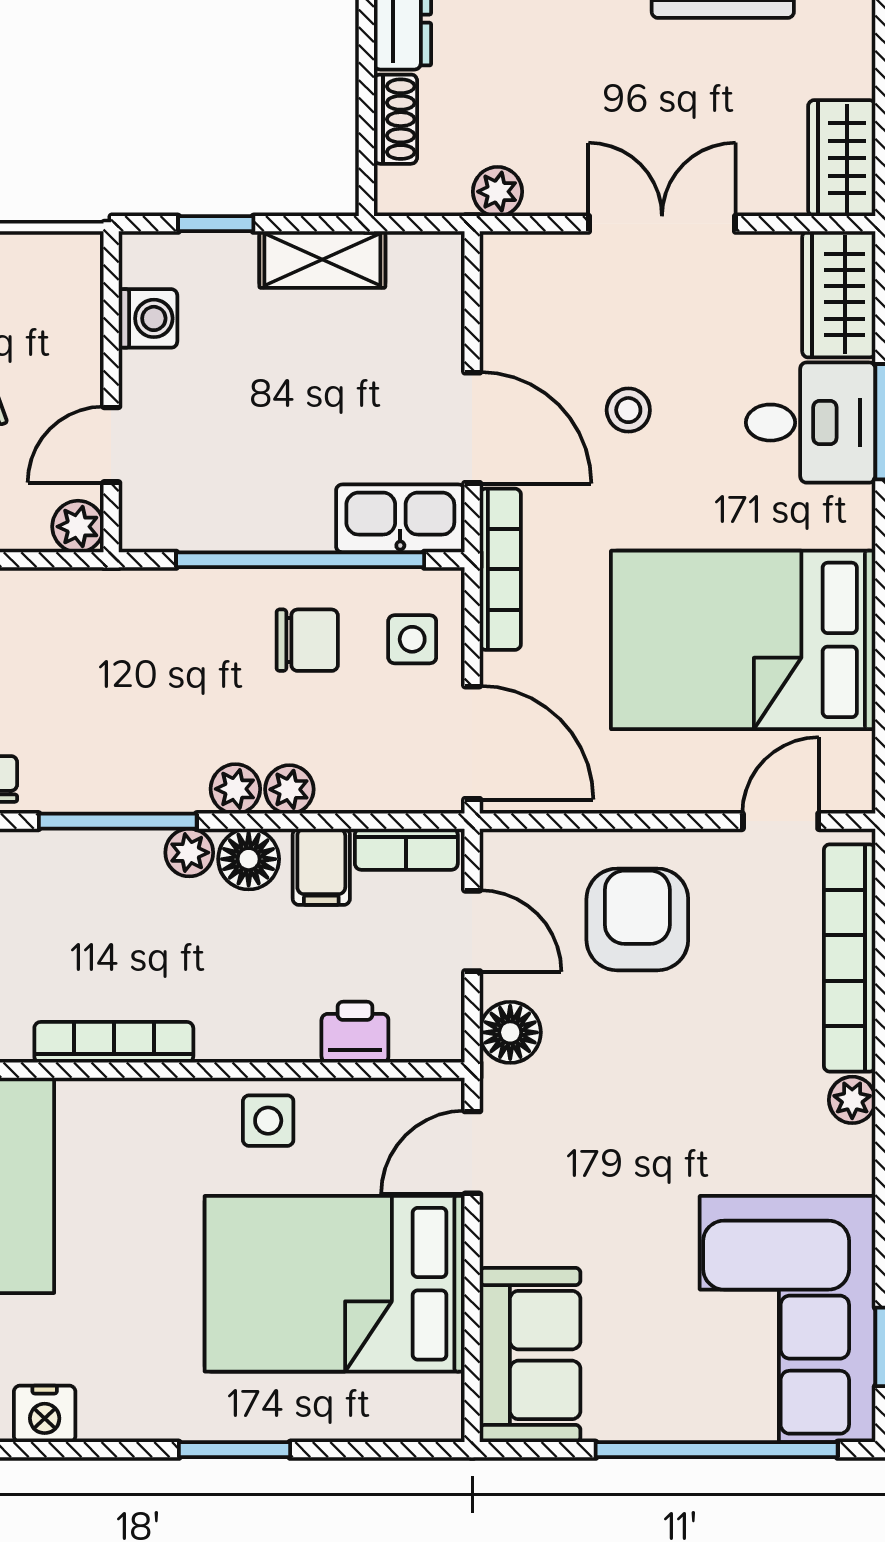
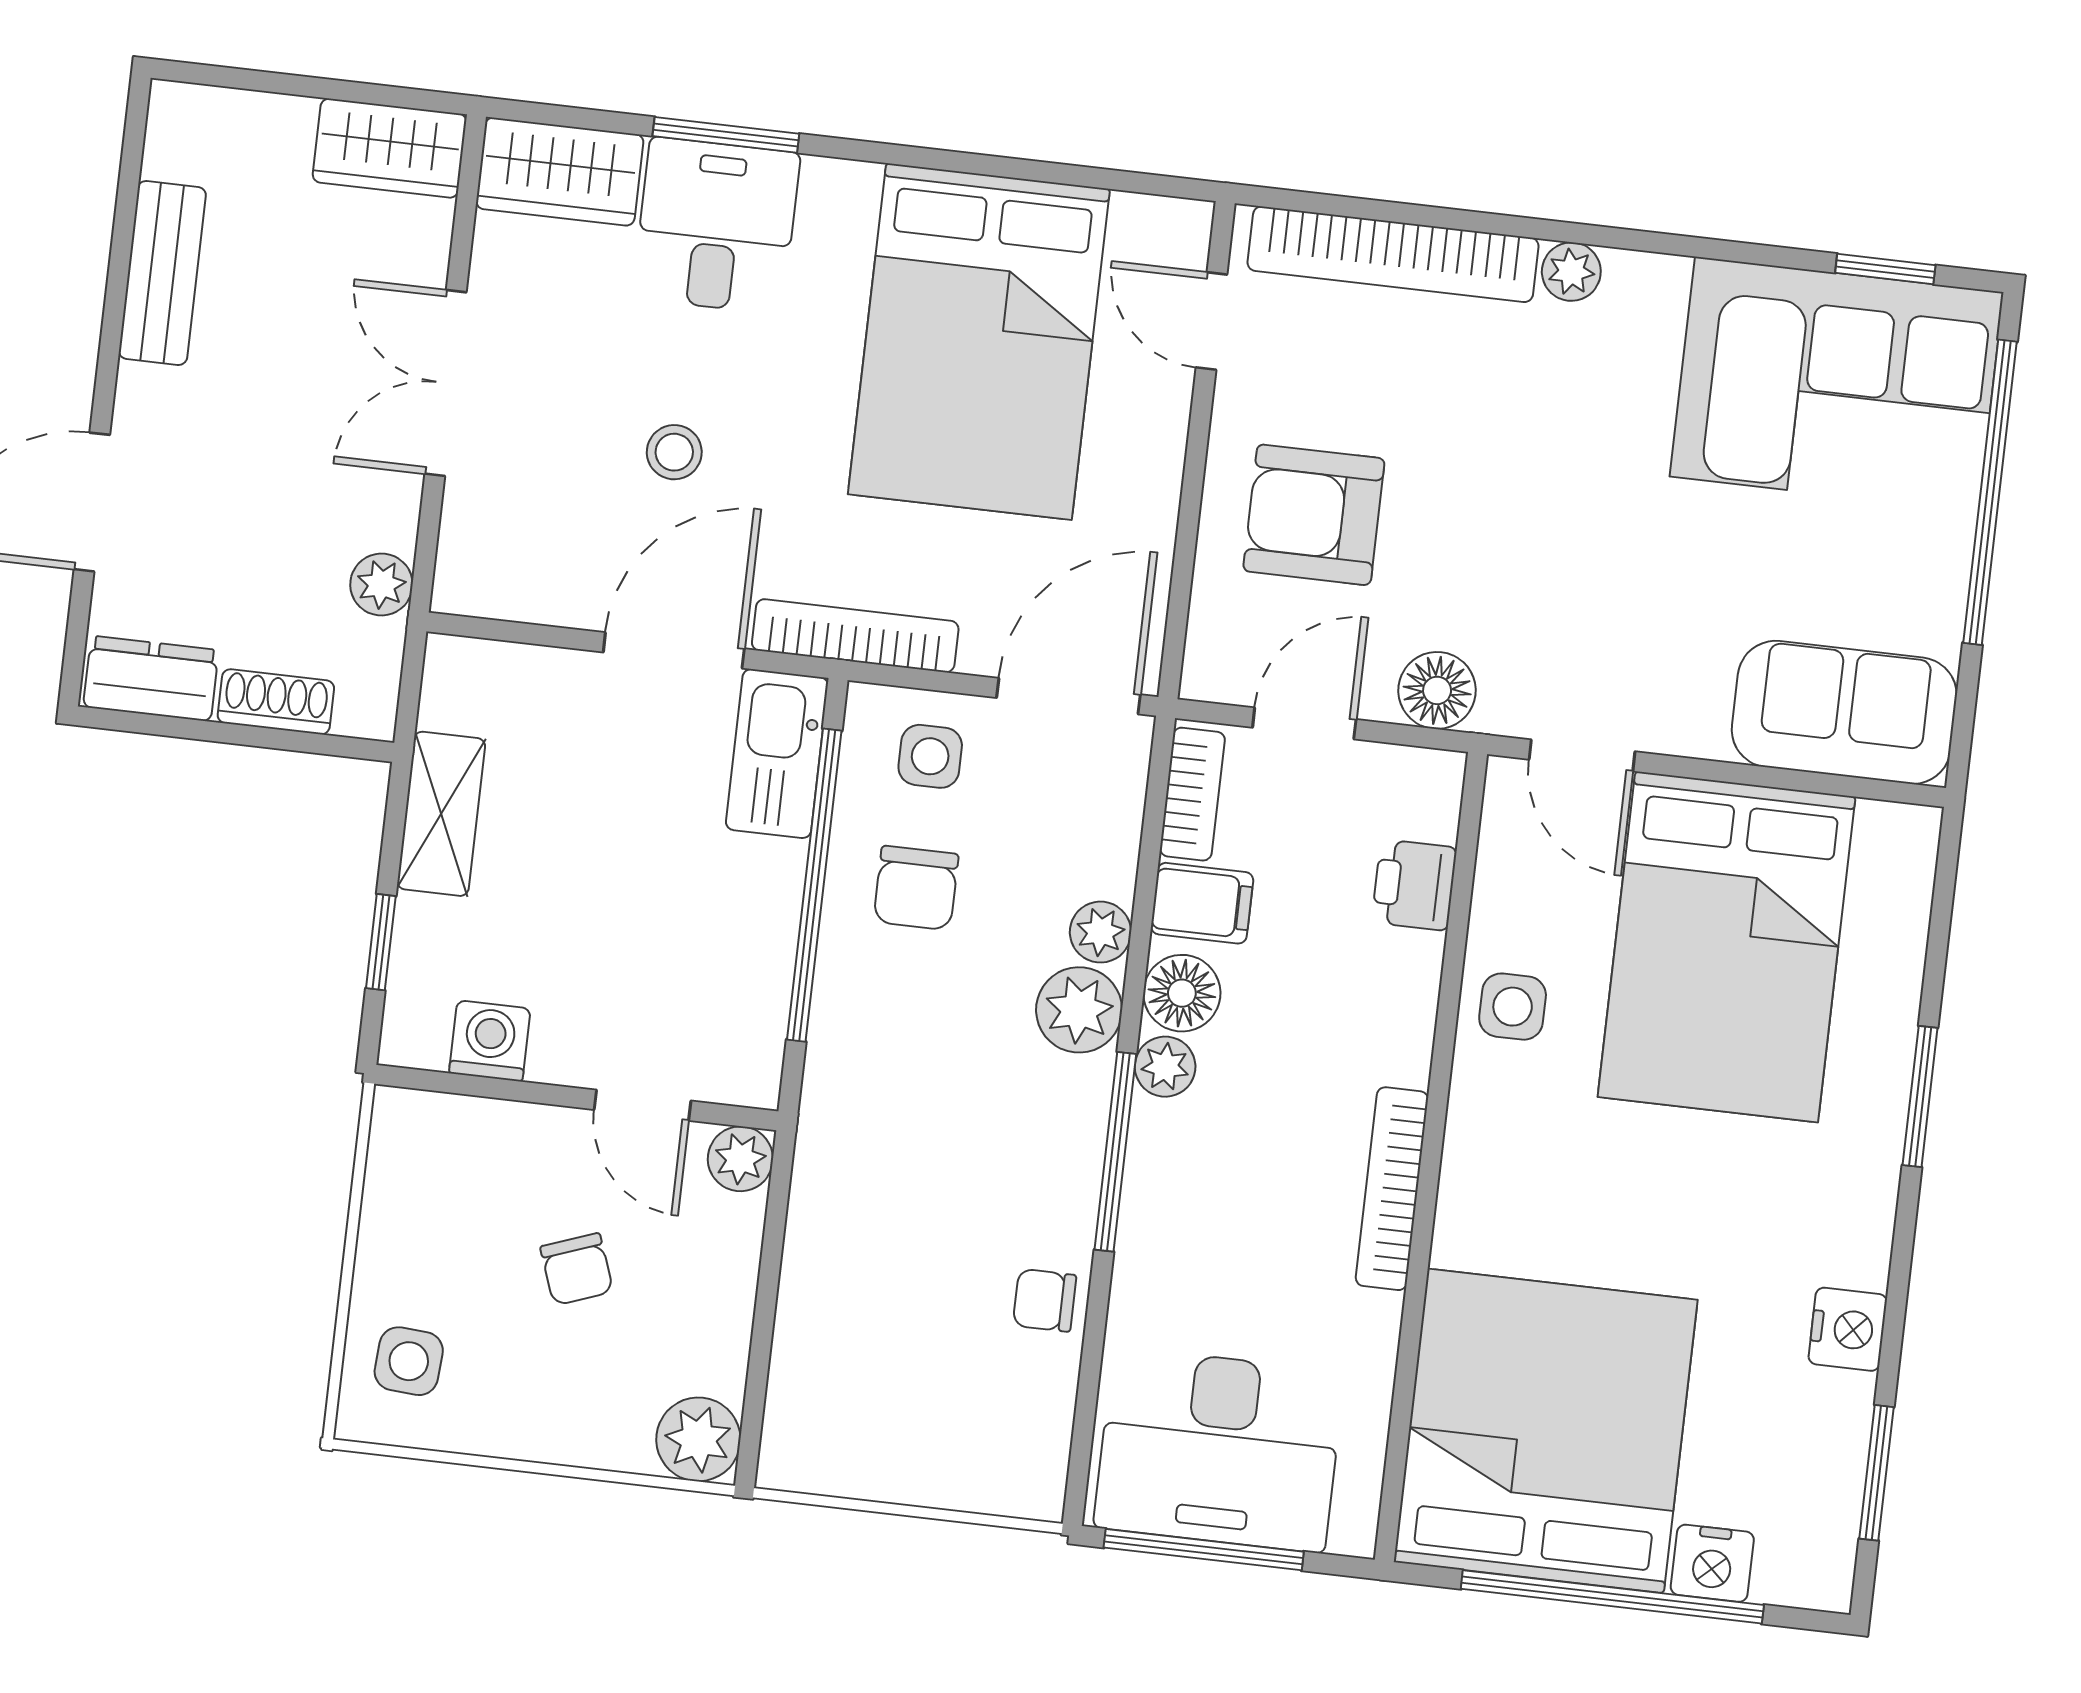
chair: (307, 640) -> (916, 888), turned 180
plant: (235, 789) -> (1079, 1010), width x1.38, depth x1.38

